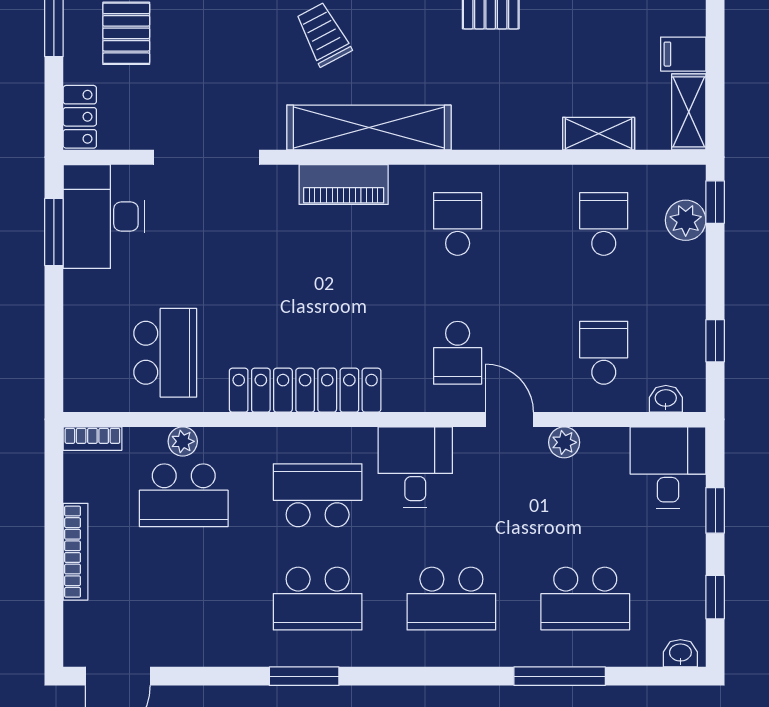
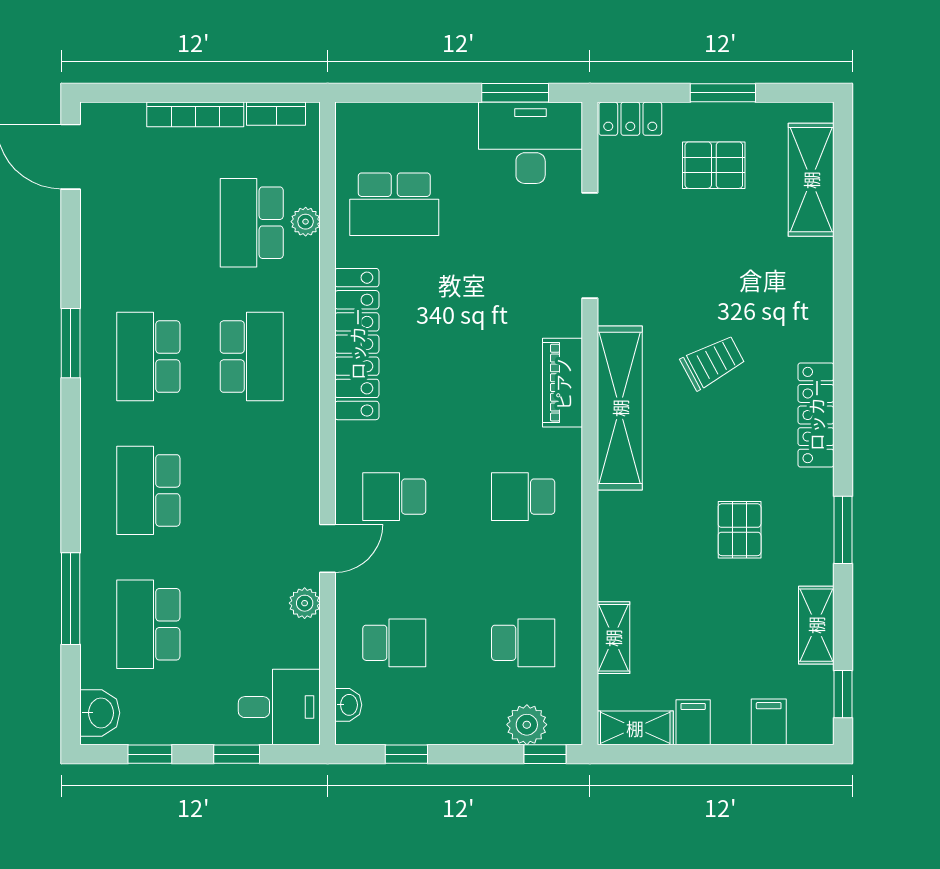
school desk: (458, 224) -> (523, 497), turned 180
bookcase: (92, 439) -> (276, 114), moved, turned -90
desk: (415, 467) -> (280, 454), removed
washbasin: (680, 653) -> (100, 713), width x1.38, depth x1.45

